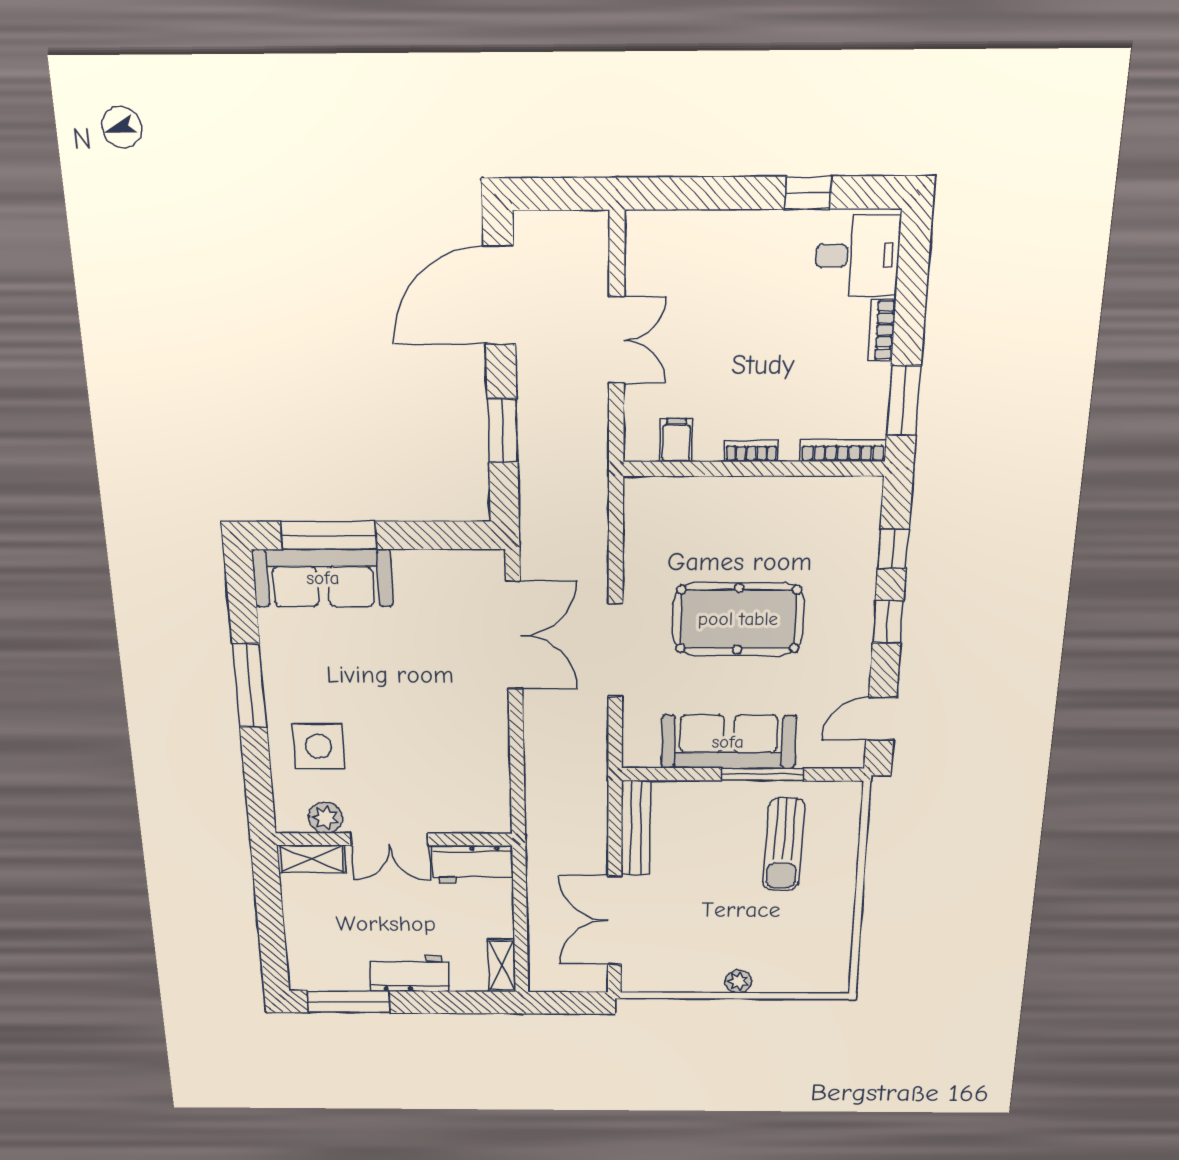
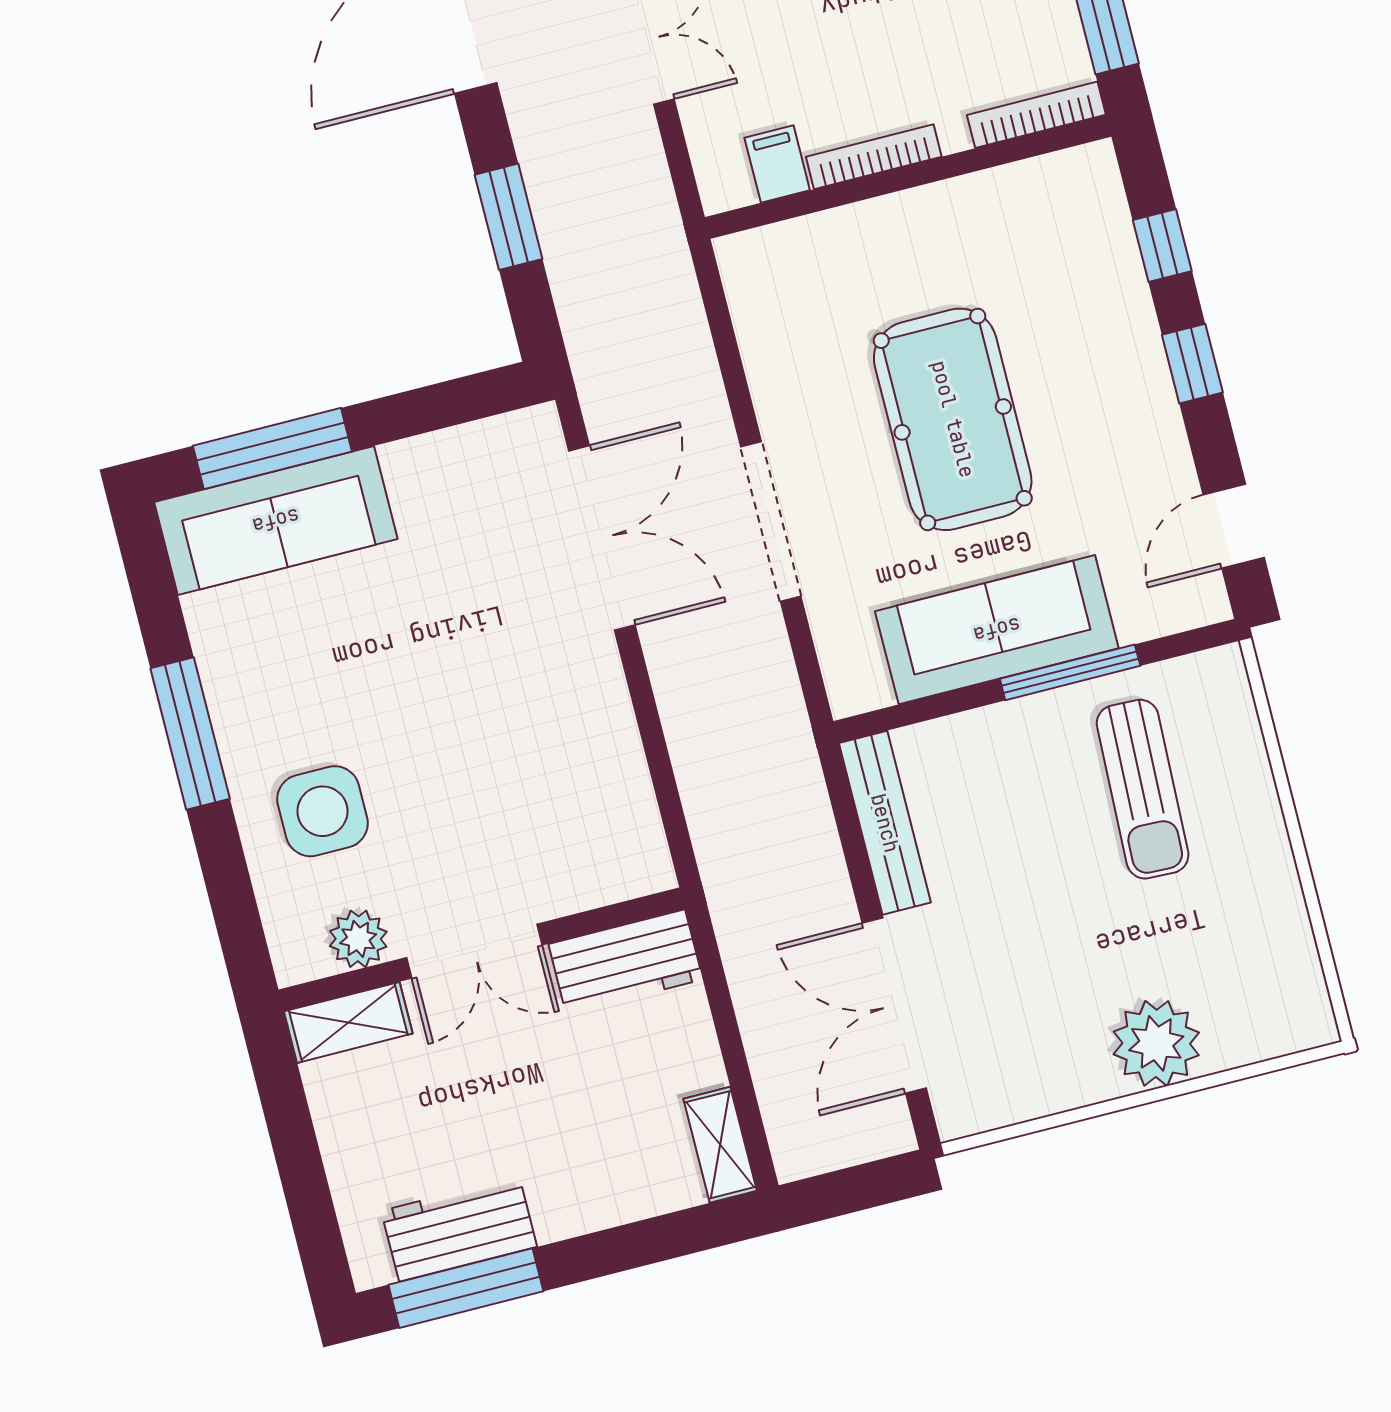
bookcase: (751, 451) -> (874, 157), width x1.56
pool table: (738, 619) -> (953, 419), turned 90
workbench: (409, 974) -> (459, 1229), moved
plant: (738, 981) -> (1156, 1043), width x1.87, depth x1.87

